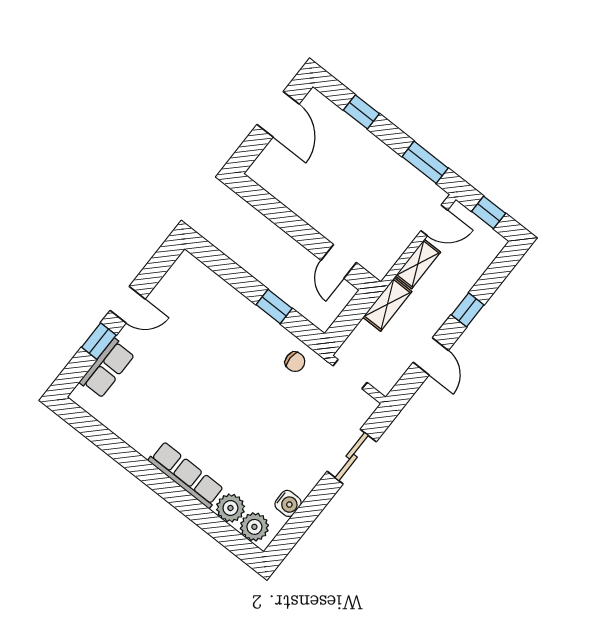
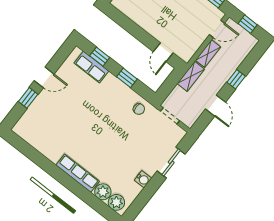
window: (226, 269) -> (100, 57), added
row of seats: (107, 368) -> (91, 67), moved, turned 90
water cooler: (288, 503) -> (143, 179), moved

